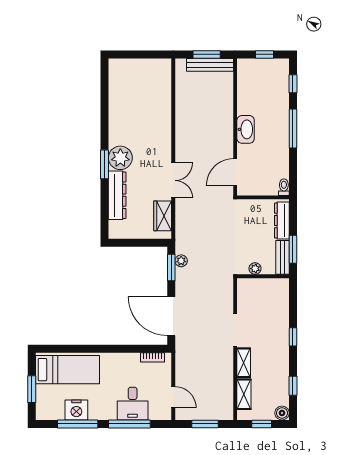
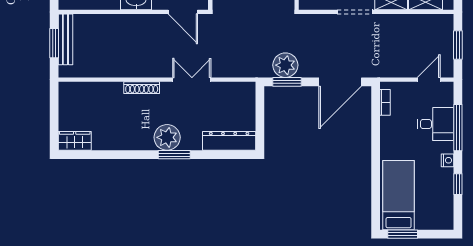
shoe rack: (166, 135) -> (142, 88), added
dresser: (117, 195) -> (229, 141), moved
wardrobe: (163, 216) -> (75, 141), moved, turned 180
plant: (181, 261) -> (285, 65), width x1.88, depth x1.88
window: (32, 389) -> (403, 234), moved
nightstand: (76, 410) -> (448, 160), moved, width x0.53, depth x0.56
window: (78, 424) -> (458, 184), width x0.46

